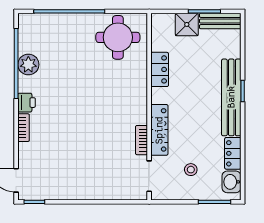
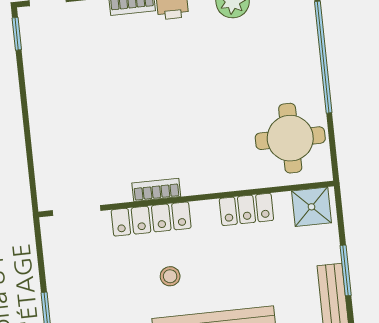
shower: (187, 24) -> (311, 207), moved
bookcase: (141, 140) -> (156, 190), moved
stool: (191, 170) -> (170, 276), moved

